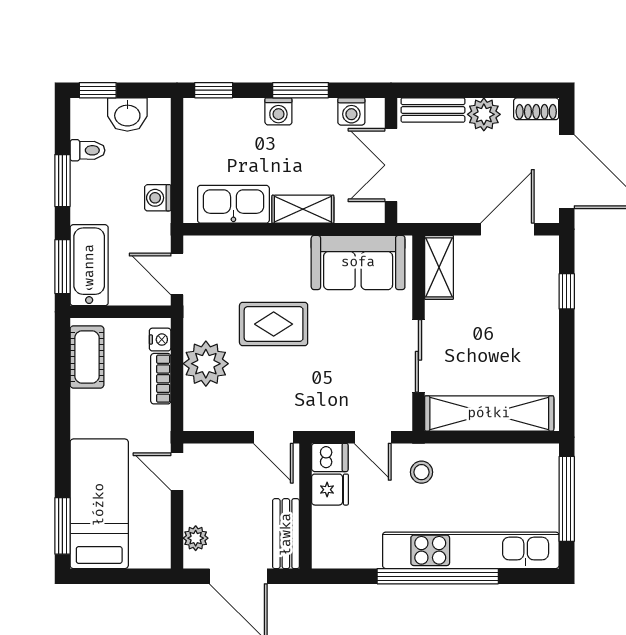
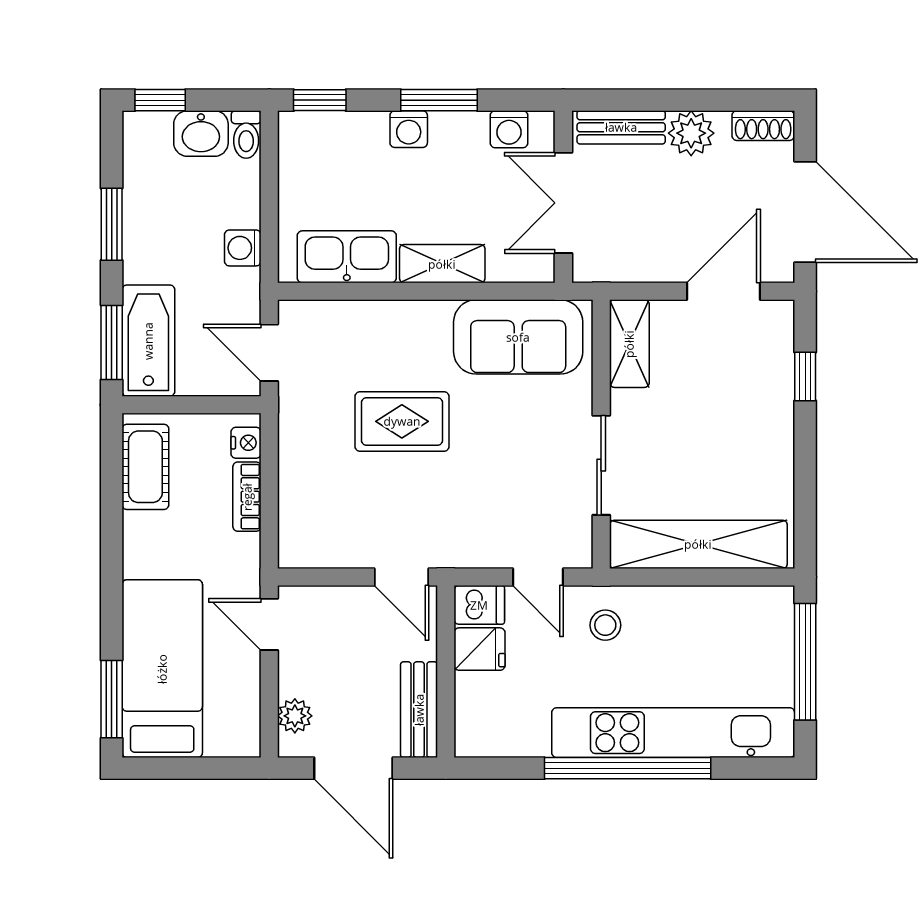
toilet: (87, 150) -> (246, 134), moved, turned 90
plant: (206, 364) -> (309, 476), removed

